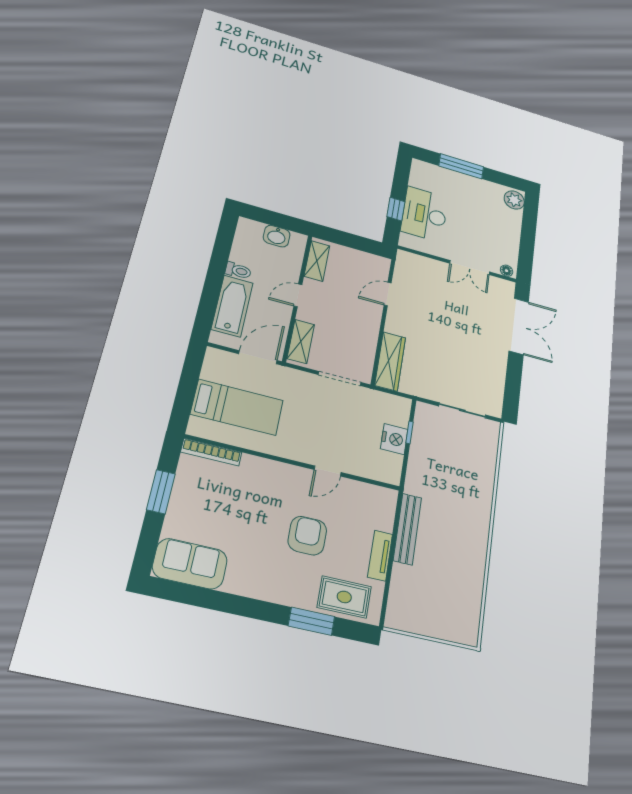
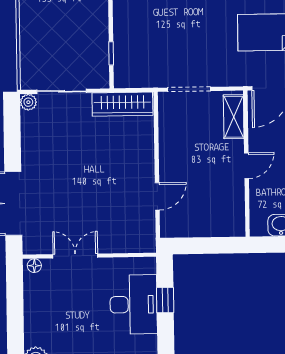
shelving: (317, 261) -> (235, 210), removed
wardrobe: (390, 361) -> (122, 104), moved, turned -90
plant: (495, 409) -> (28, 102), added
nightstand: (394, 439) -> (125, 42), removed

